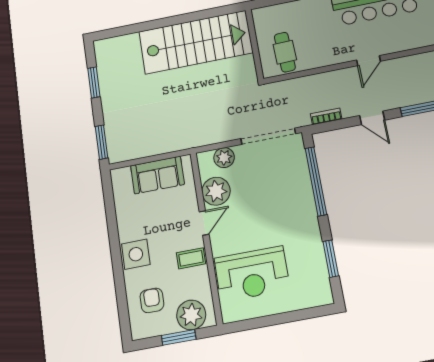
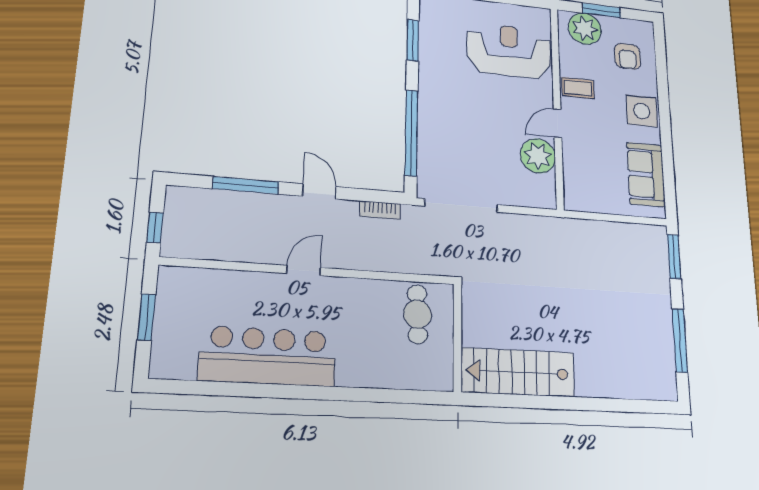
stairs: (196, 42) -> (518, 372), width x0.73, depth x0.66
window: (94, 82) -> (680, 340), width x1.44
plant: (224, 158) -> (522, 194), removed
sofa: (157, 175) -> (646, 174), moved, turned -90

